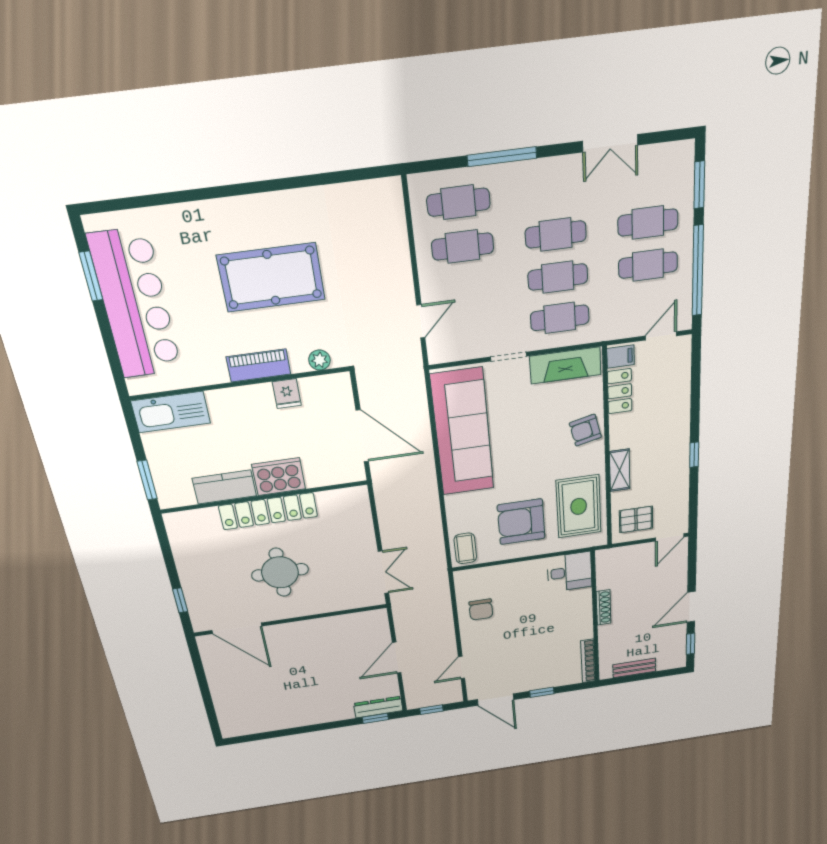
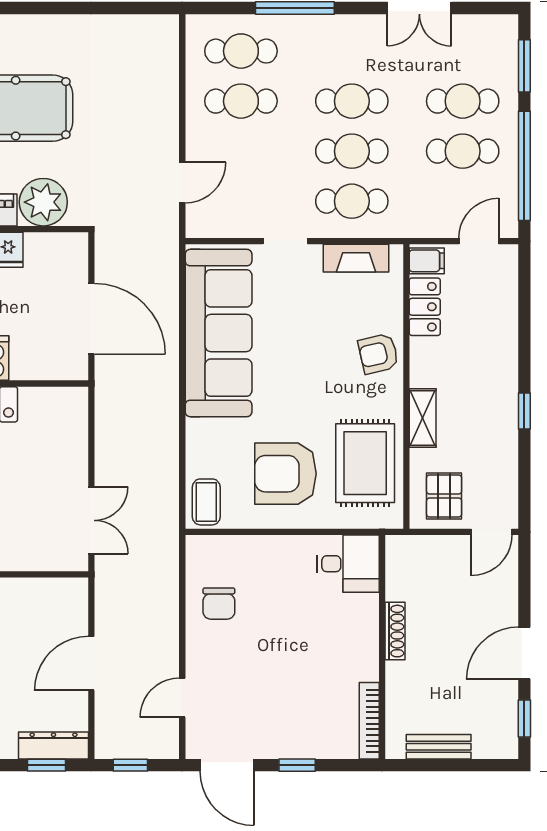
plant: (319, 360) -> (43, 202), width x1.88, depth x1.88
fireplace: (565, 365) -> (356, 258), width x0.73, depth x0.76
pallet: (636, 519) -> (444, 496), turned 90

